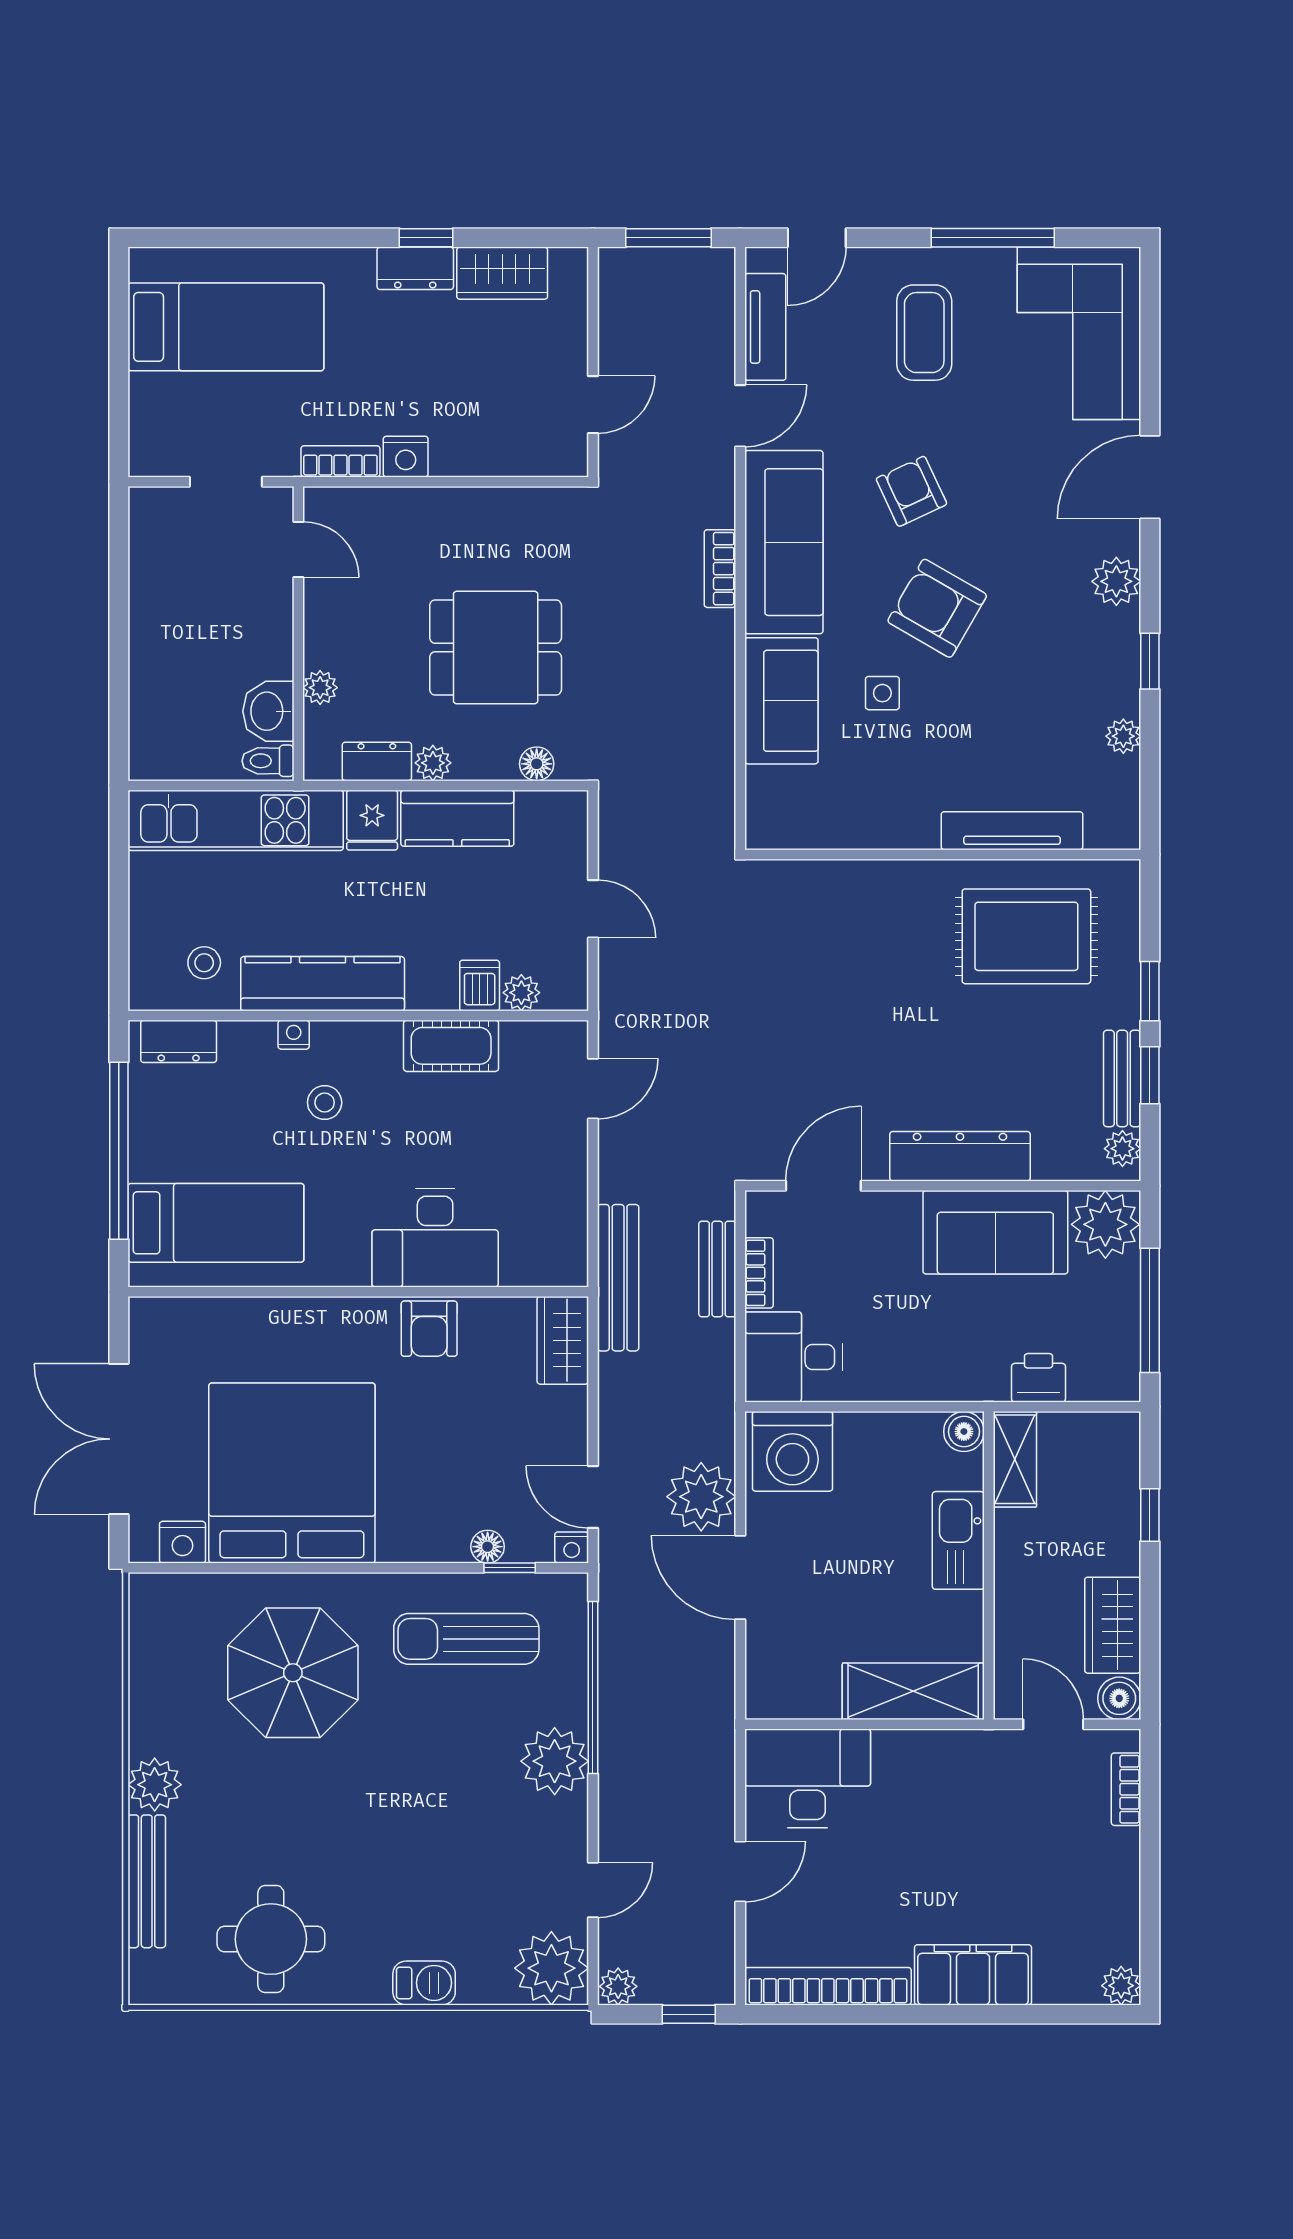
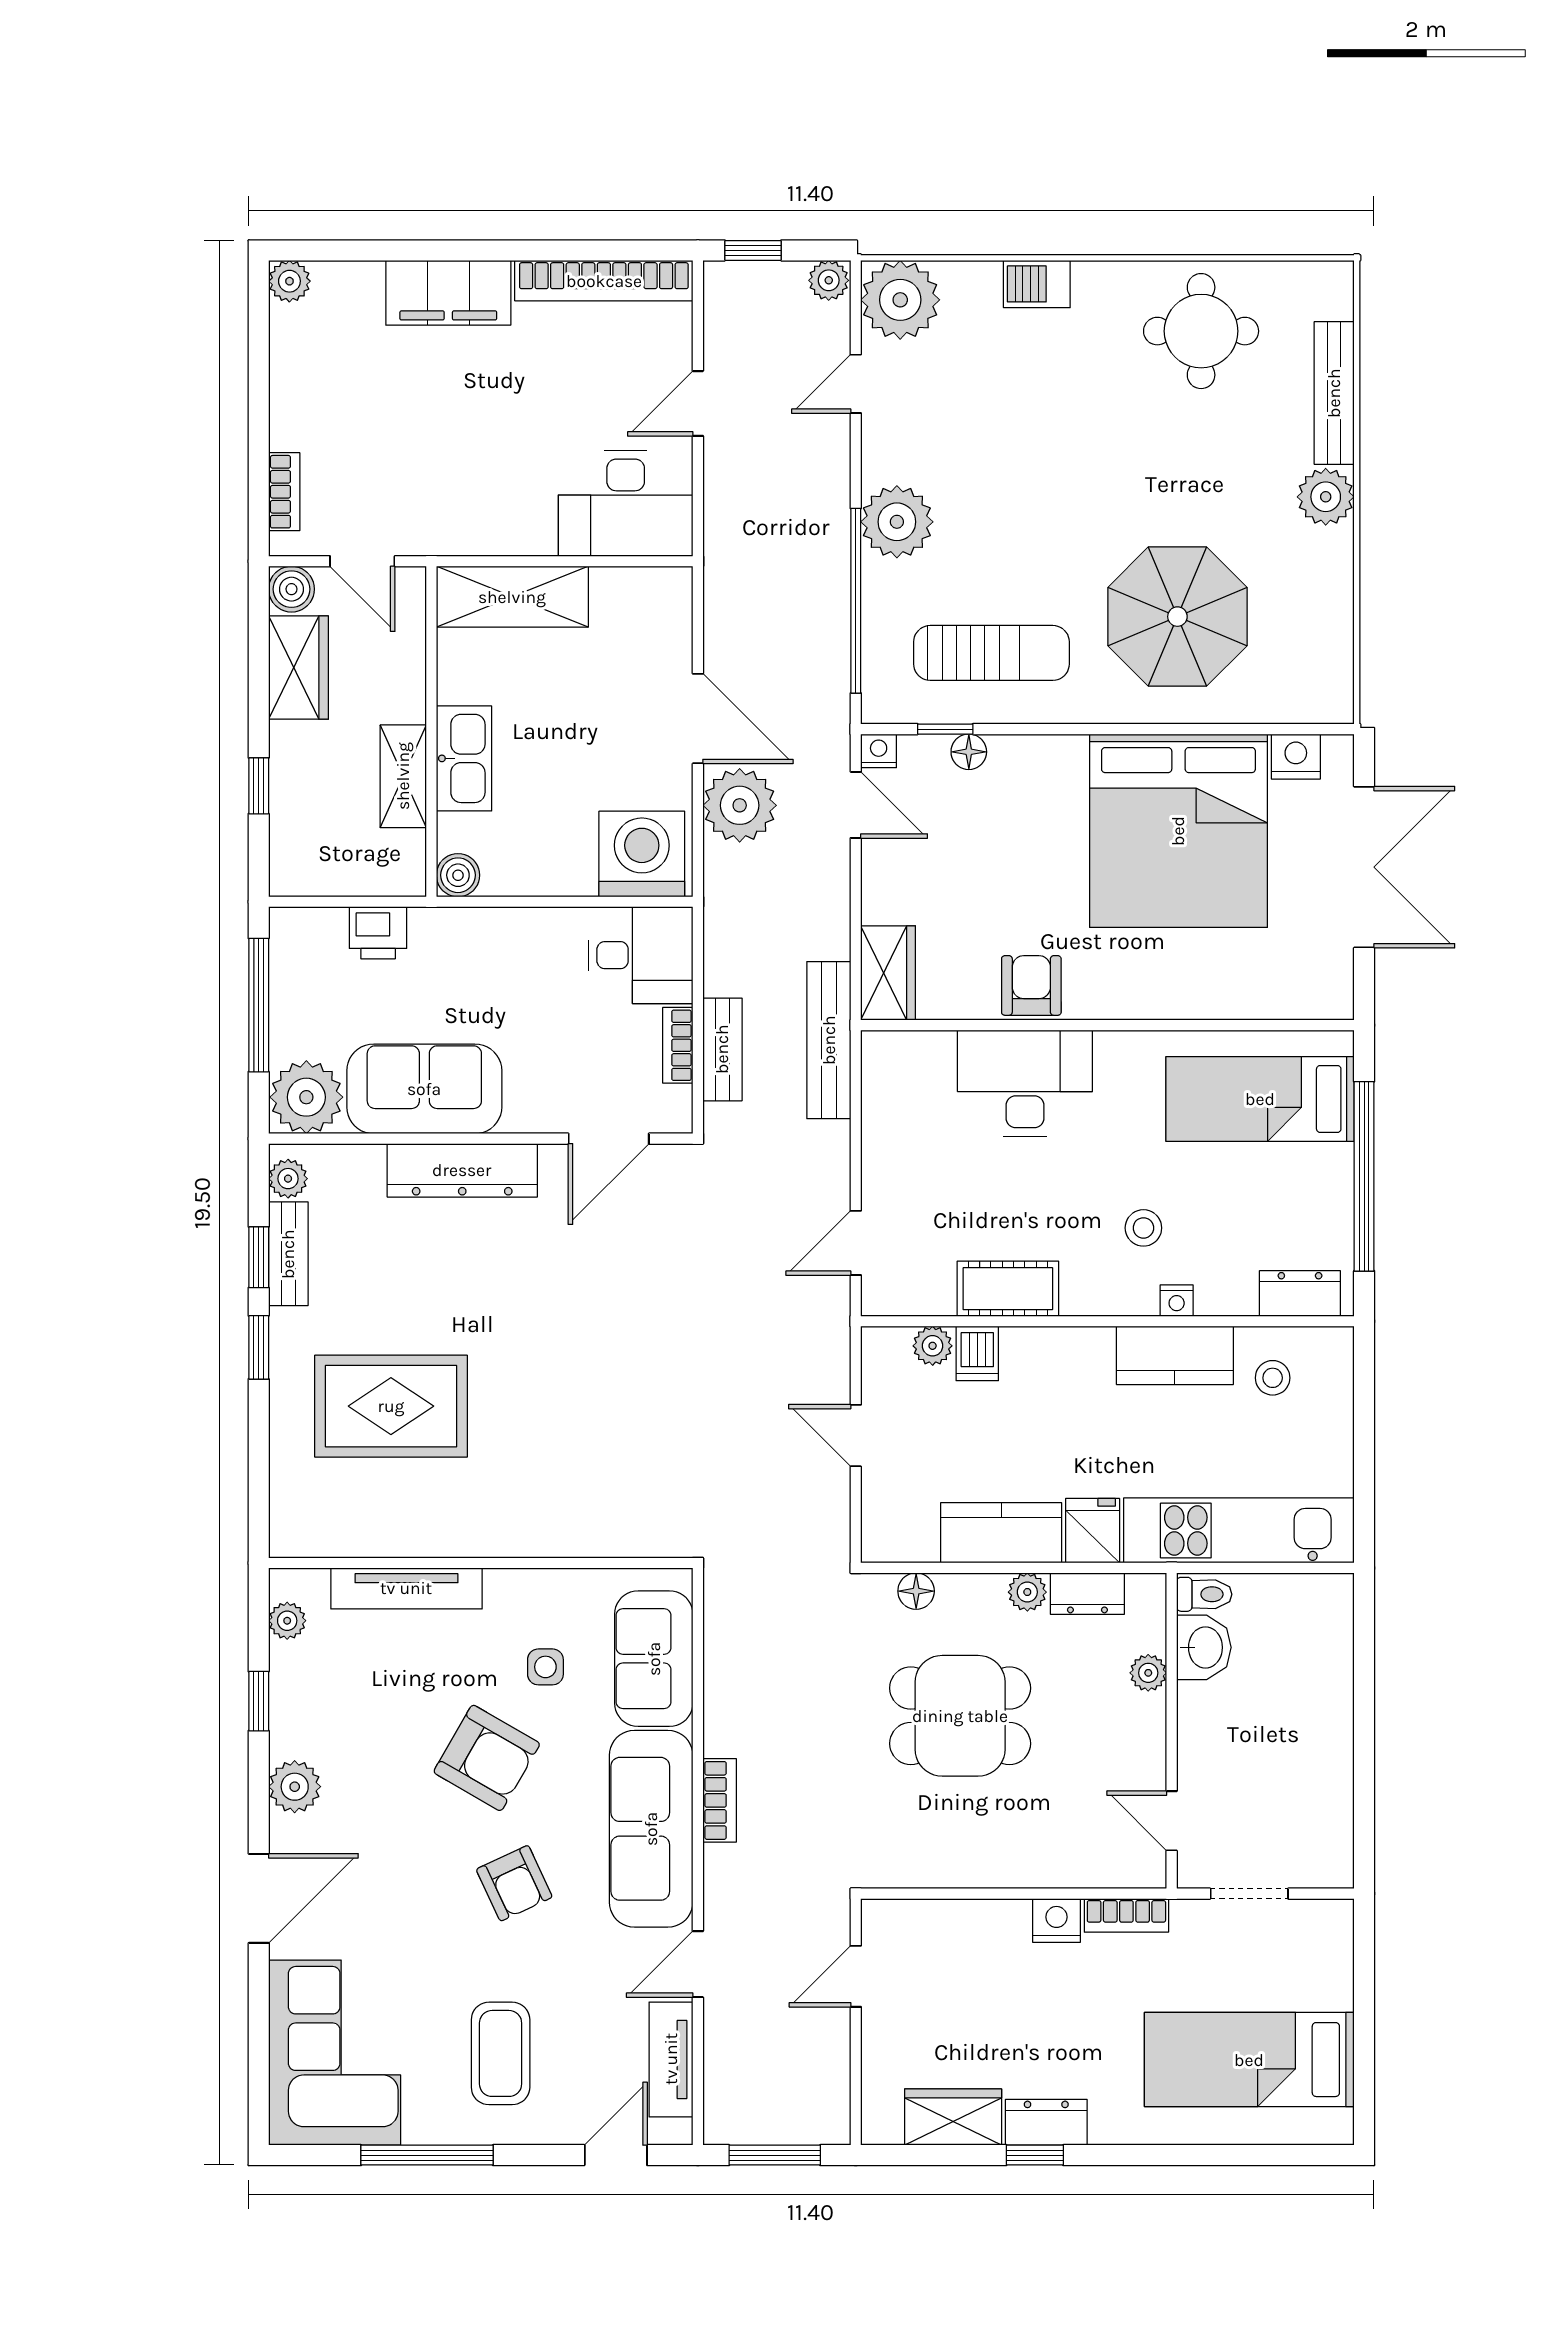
tv unit: (1012, 831) -> (406, 1588), moved
wall: (943, 854) -> (481, 1563), moved
kitchen counter: (323, 984) -> (1175, 1355), width x0.67
shelving: (1015, 1459) -> (403, 776), moved

